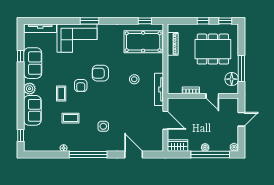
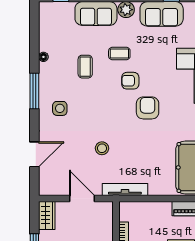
stool: (134, 79) -> (102, 148), moved
door: (165, 120) -> (82, 199), swing flipped
side table: (103, 126) -> (60, 108), moved
window: (88, 155) -> (34, 91), width x0.68

